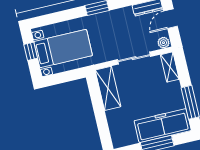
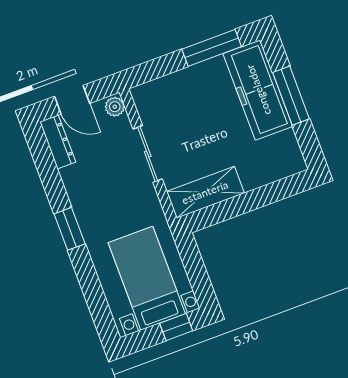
window: (31, 51) -> (176, 327), moved
shelving: (170, 67) -> (155, 91), removed

